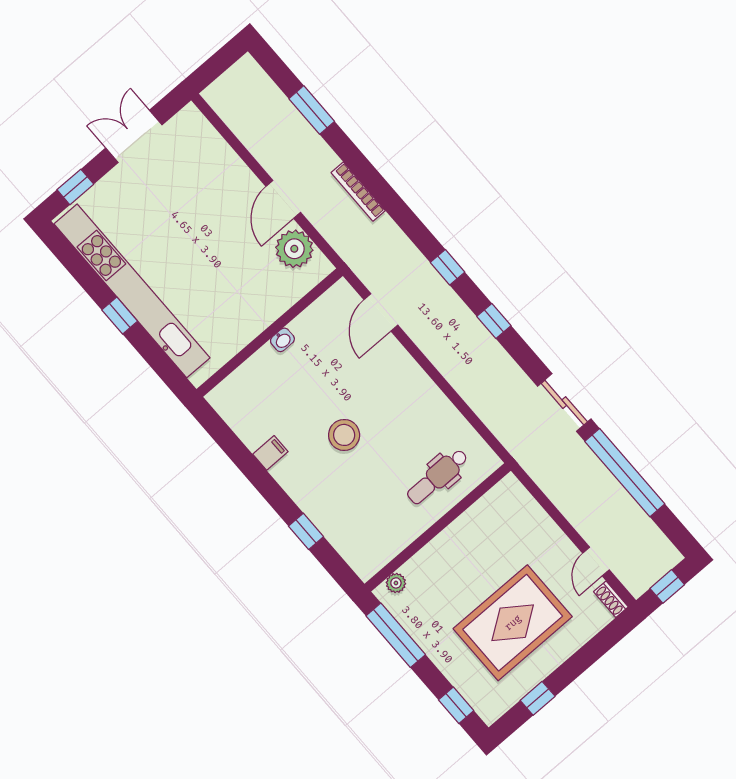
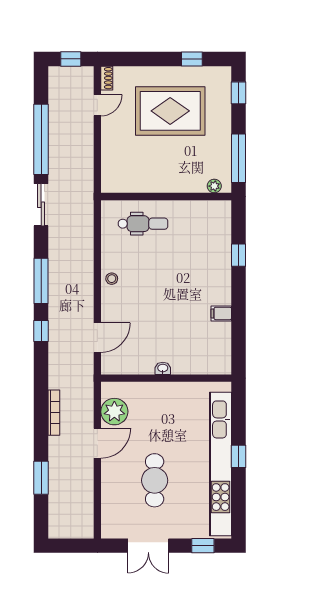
cafe table: (188, 212) -> (155, 480), added
window: (494, 321) -> (41, 281), width x2.17
stool: (344, 435) -> (112, 279), moved, width x0.53, depth x0.53

